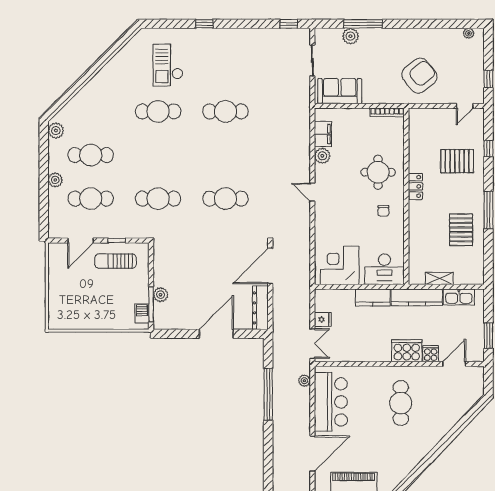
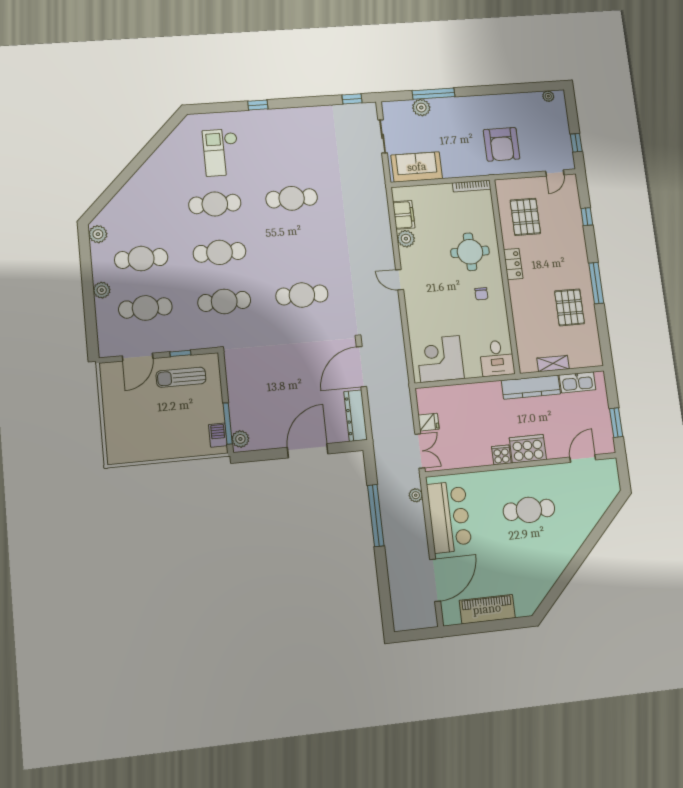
armchair: (419, 76) -> (502, 144), turned 129
cafe table: (158, 155) -> (219, 252), added
pallet: (457, 161) -> (525, 217), moved, turned 90
desk: (385, 269) -> (497, 358), width x0.73
plant: (161, 295) -> (240, 439), moved
kitchen counter: (373, 298) -> (482, 392), removed
cooker: (431, 354) -> (501, 455), moved
cafe table: (401, 403) -> (529, 510), turned 90

